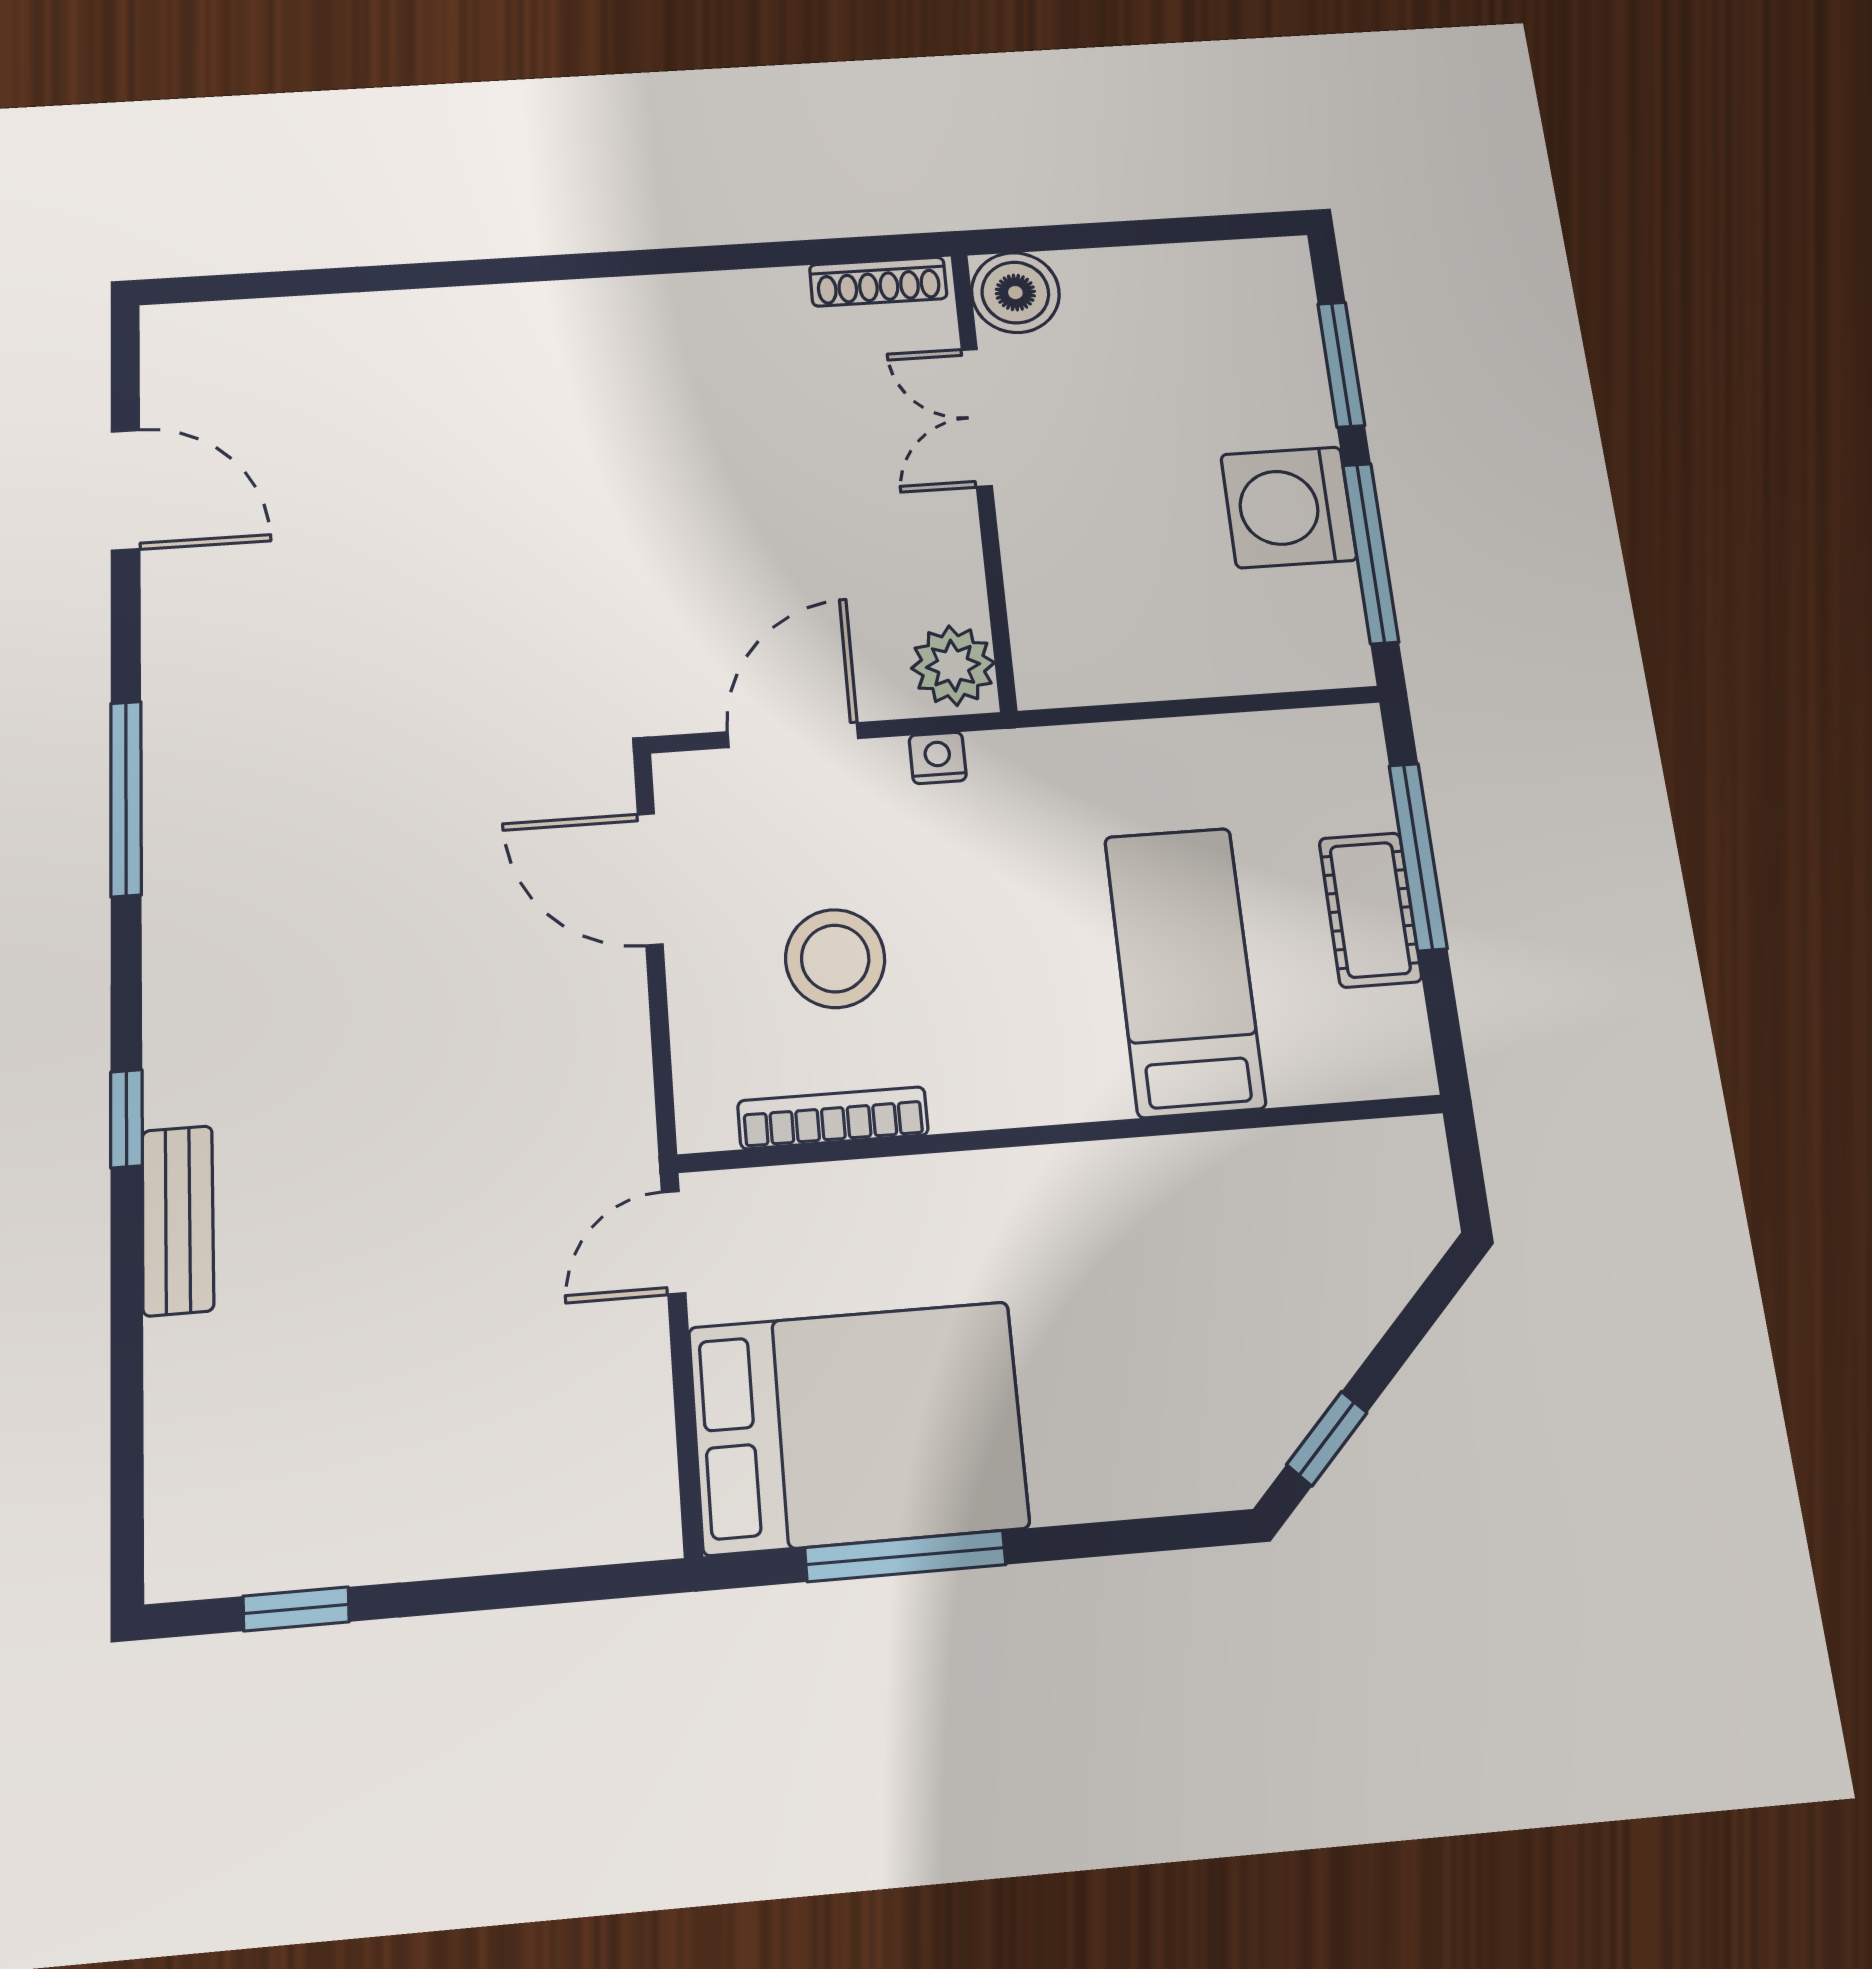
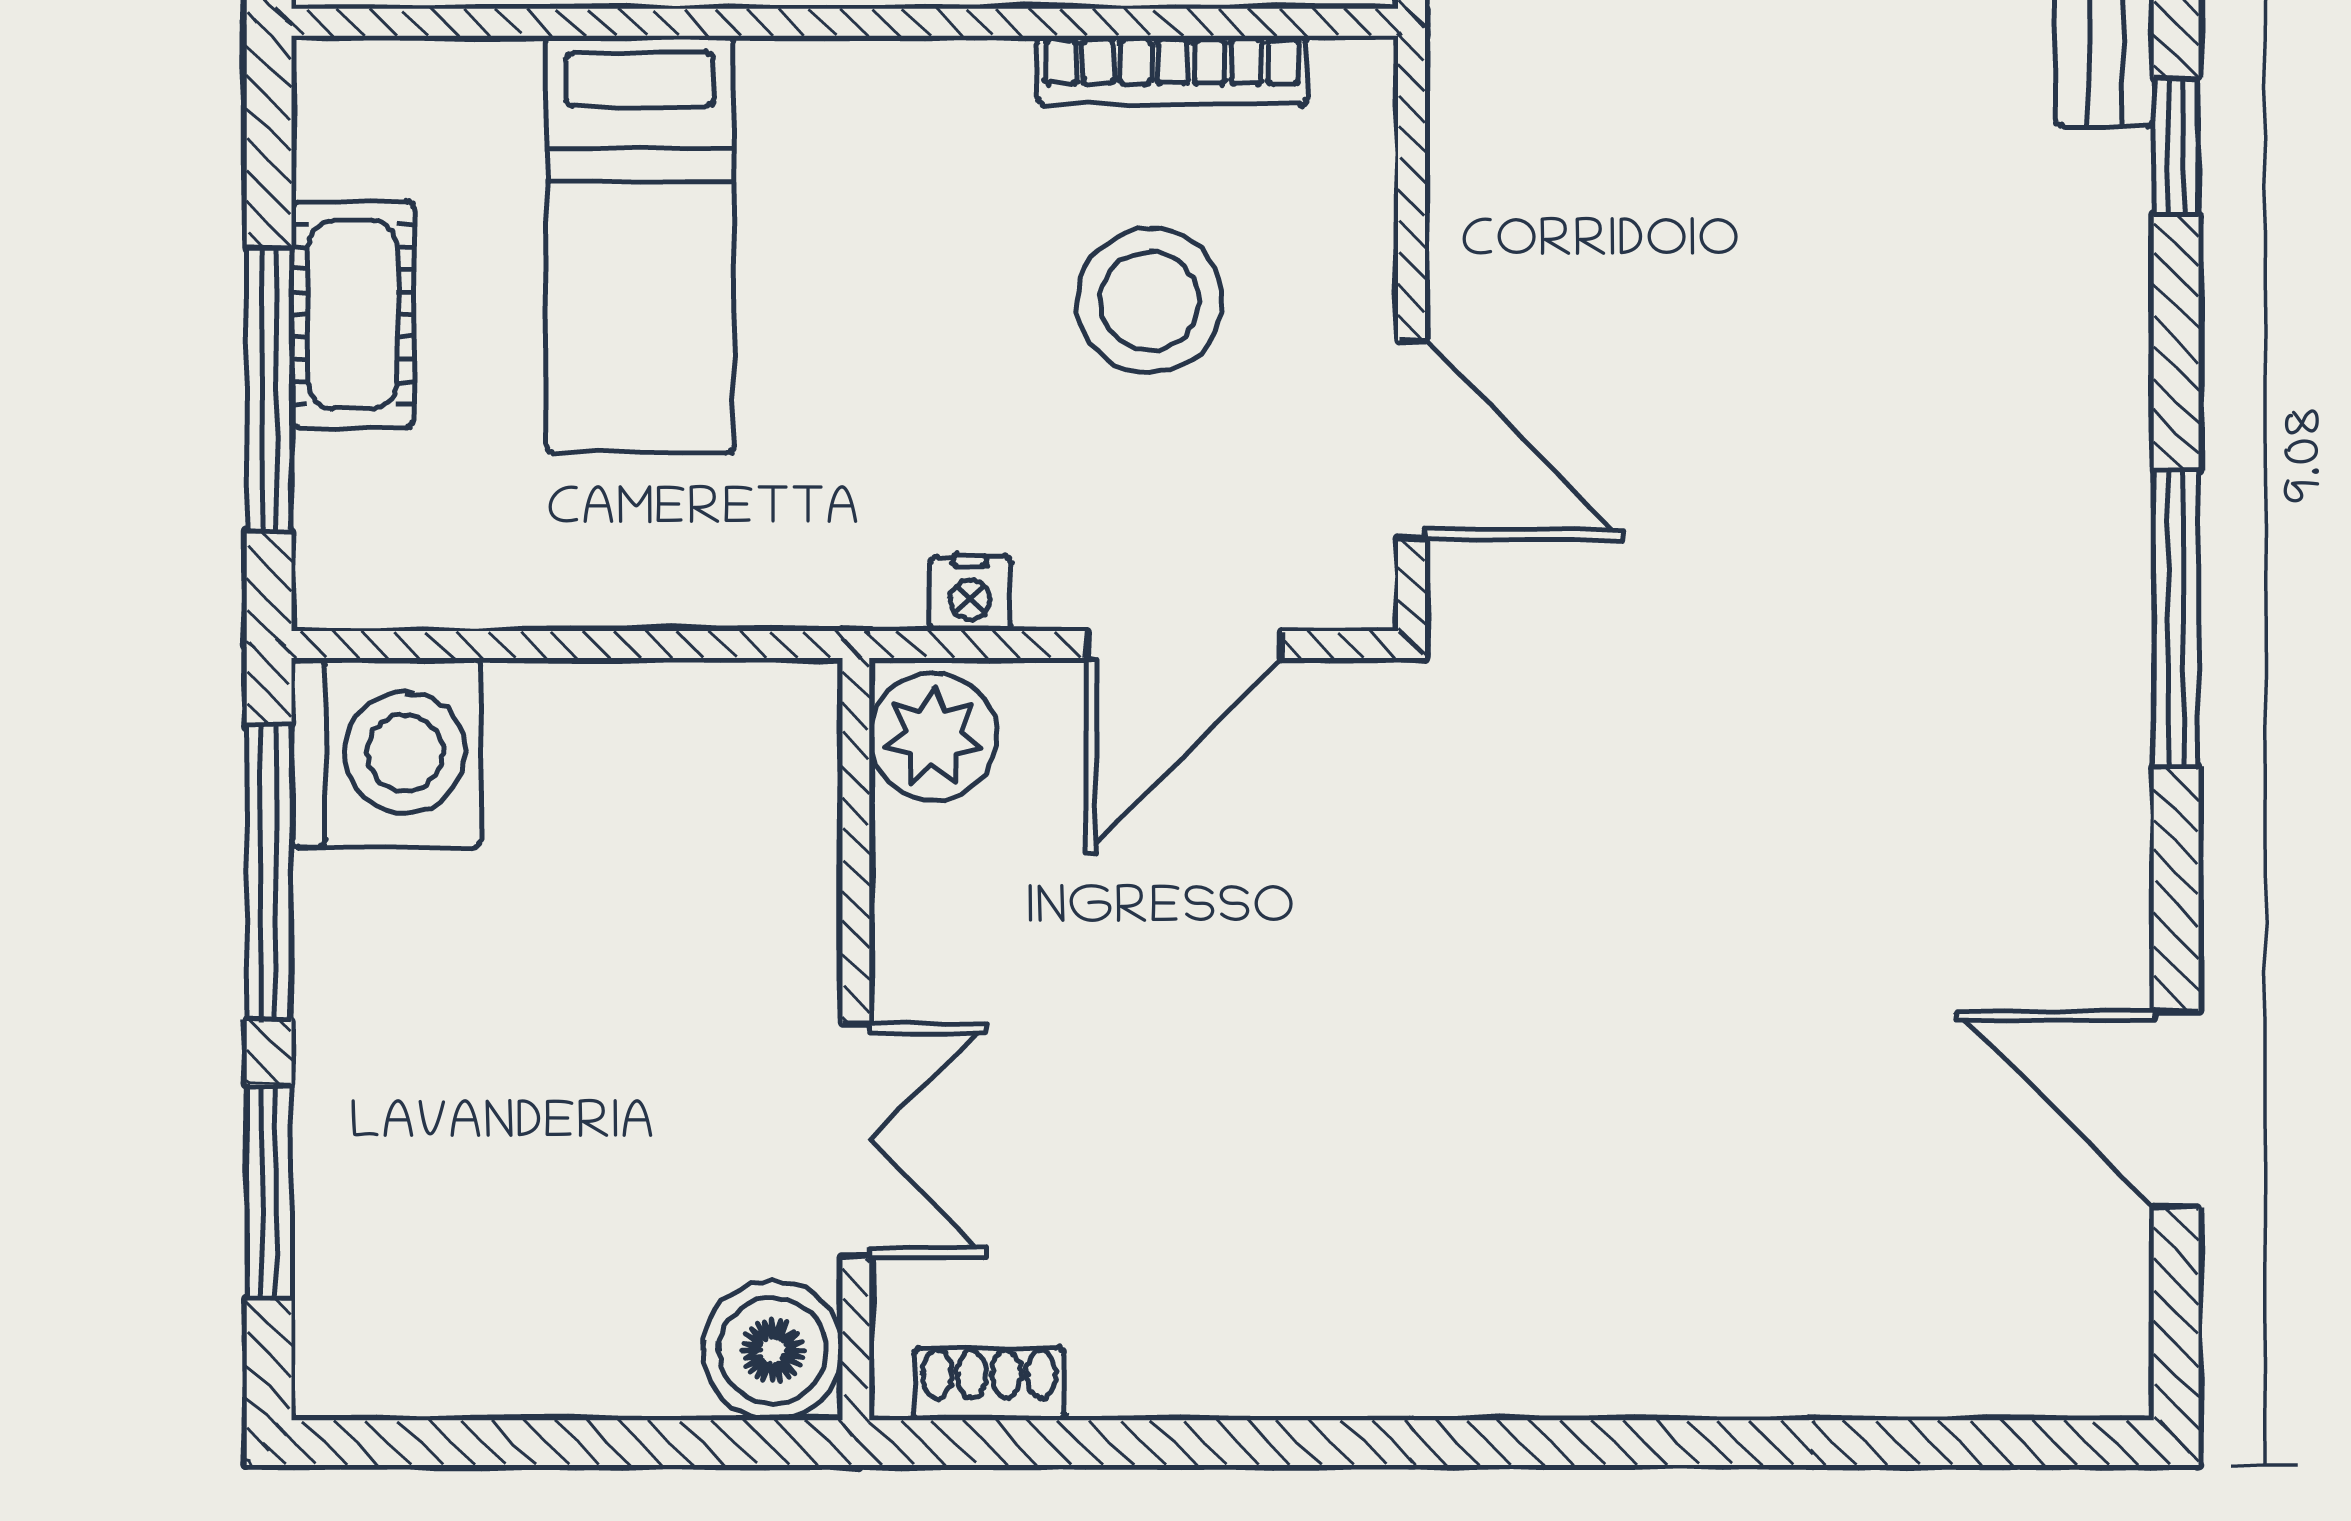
shoe rack: (878, 282) -> (989, 1384), width x0.70
washing machine: (1289, 507) -> (386, 753), moved

